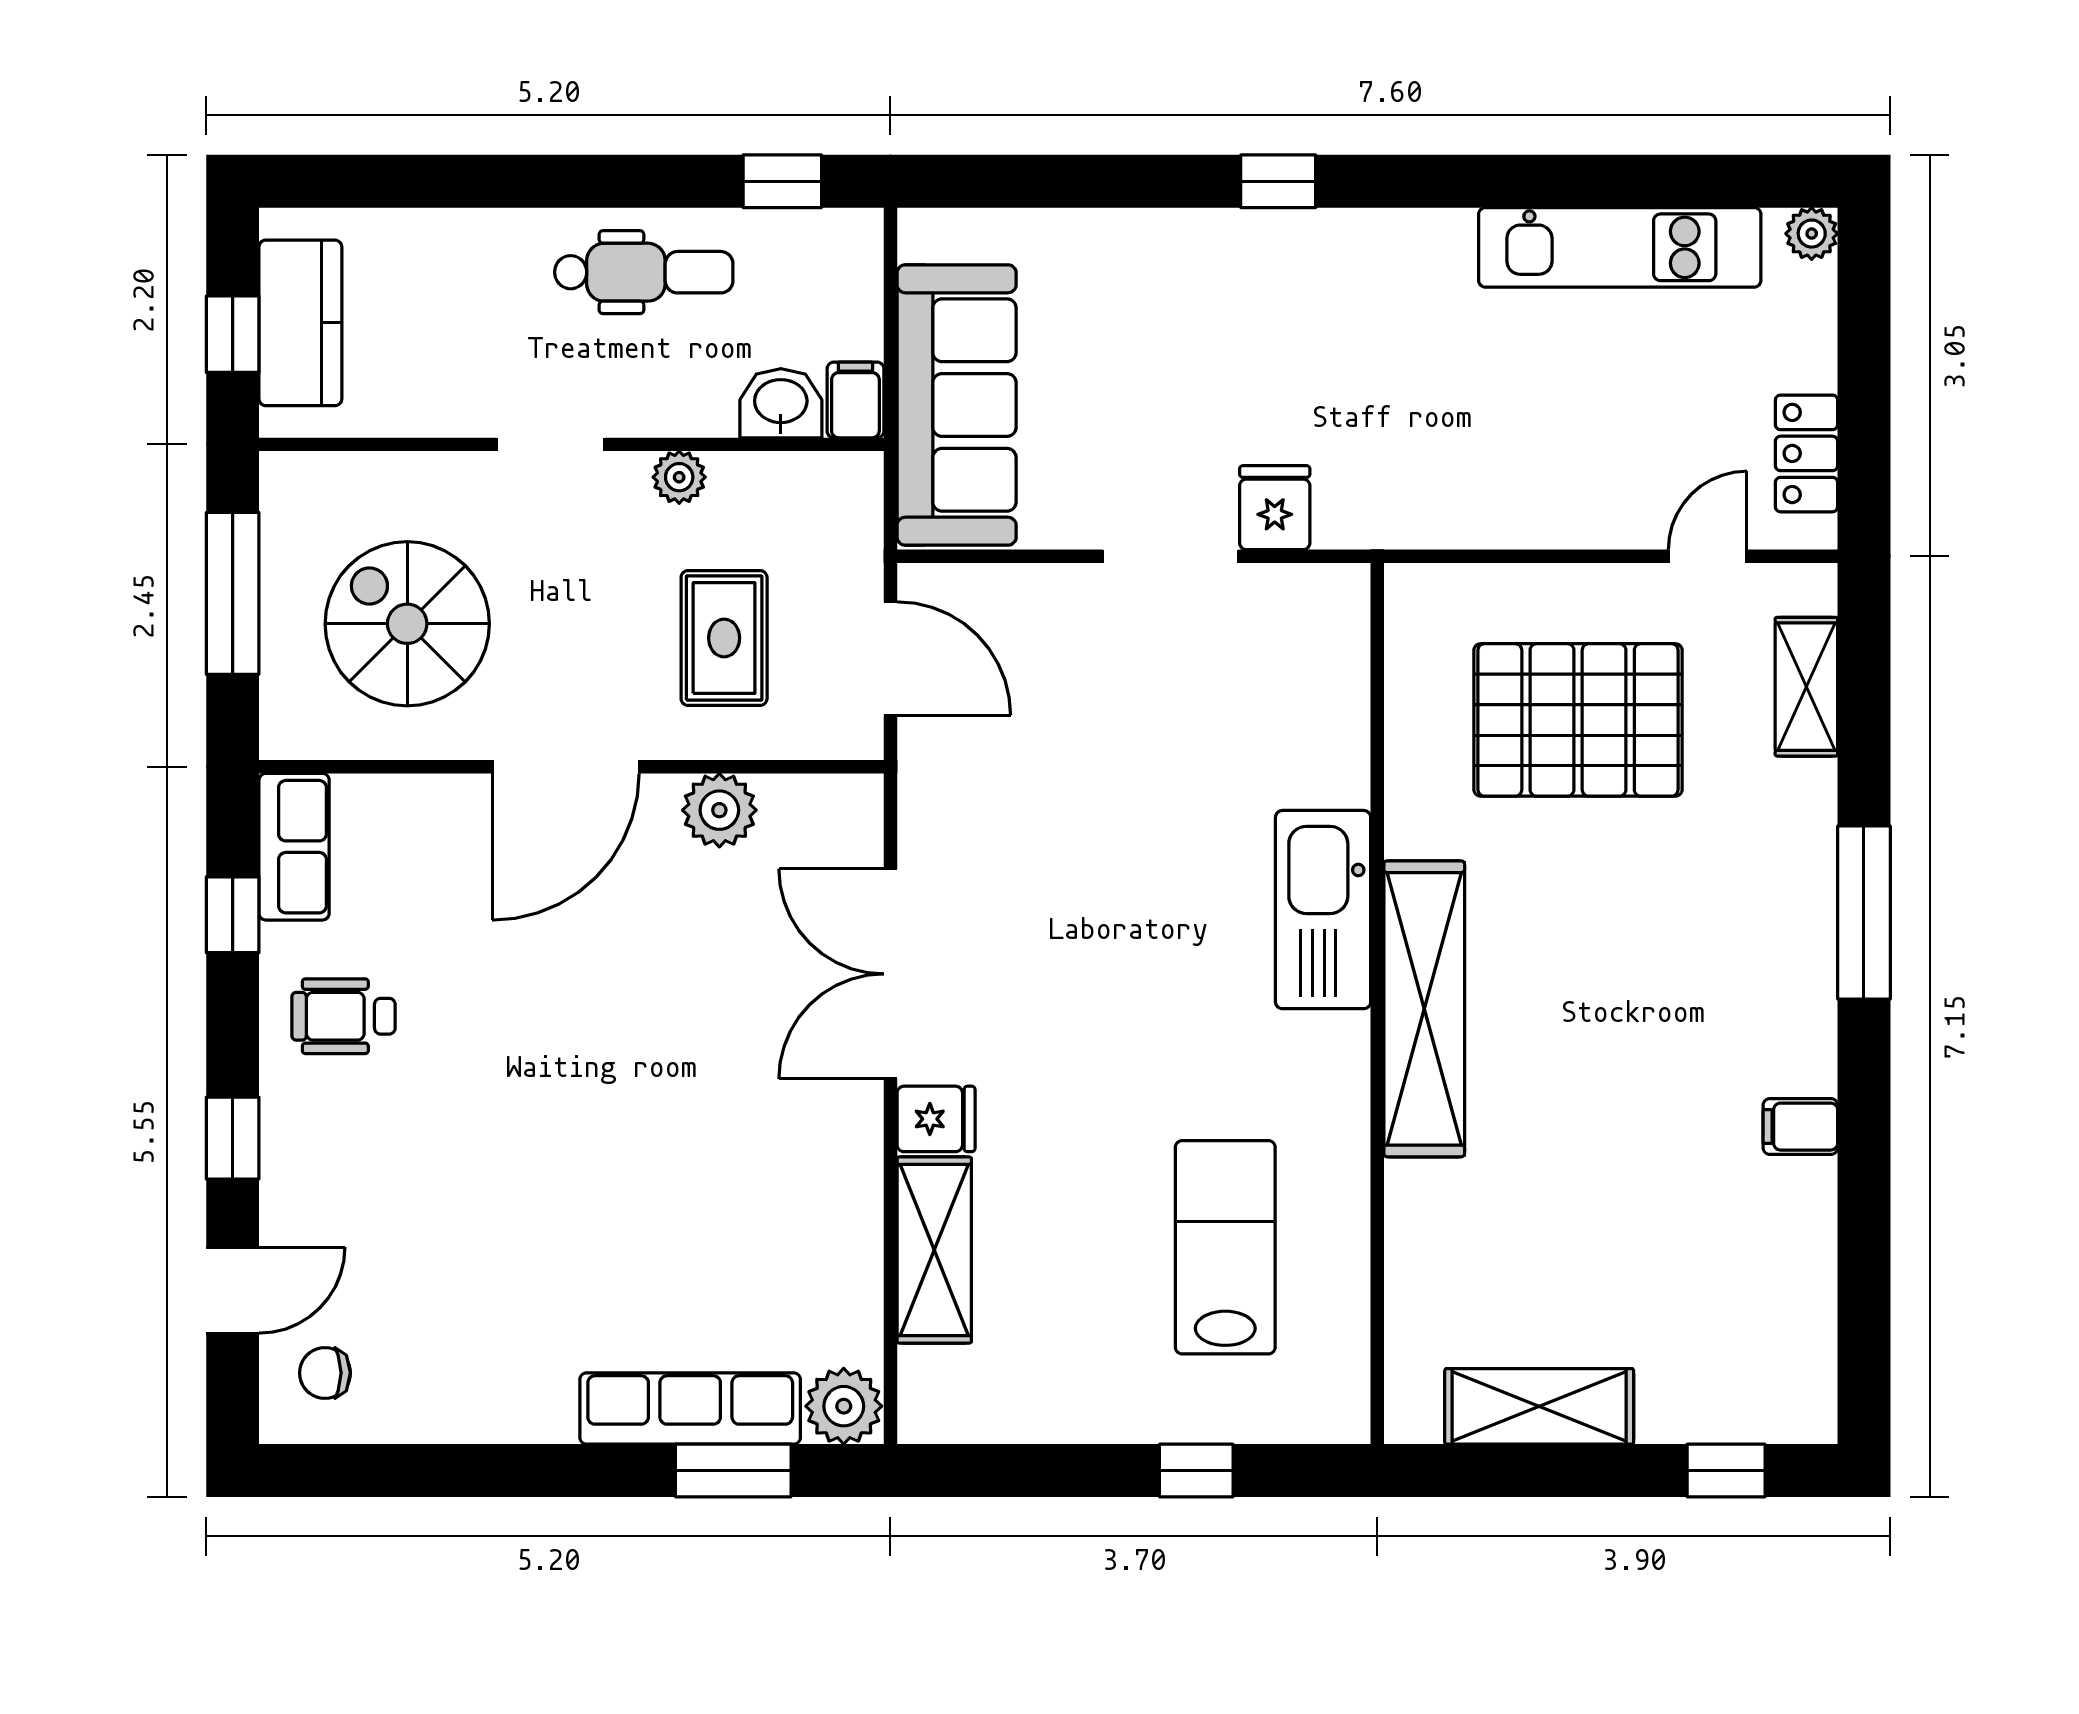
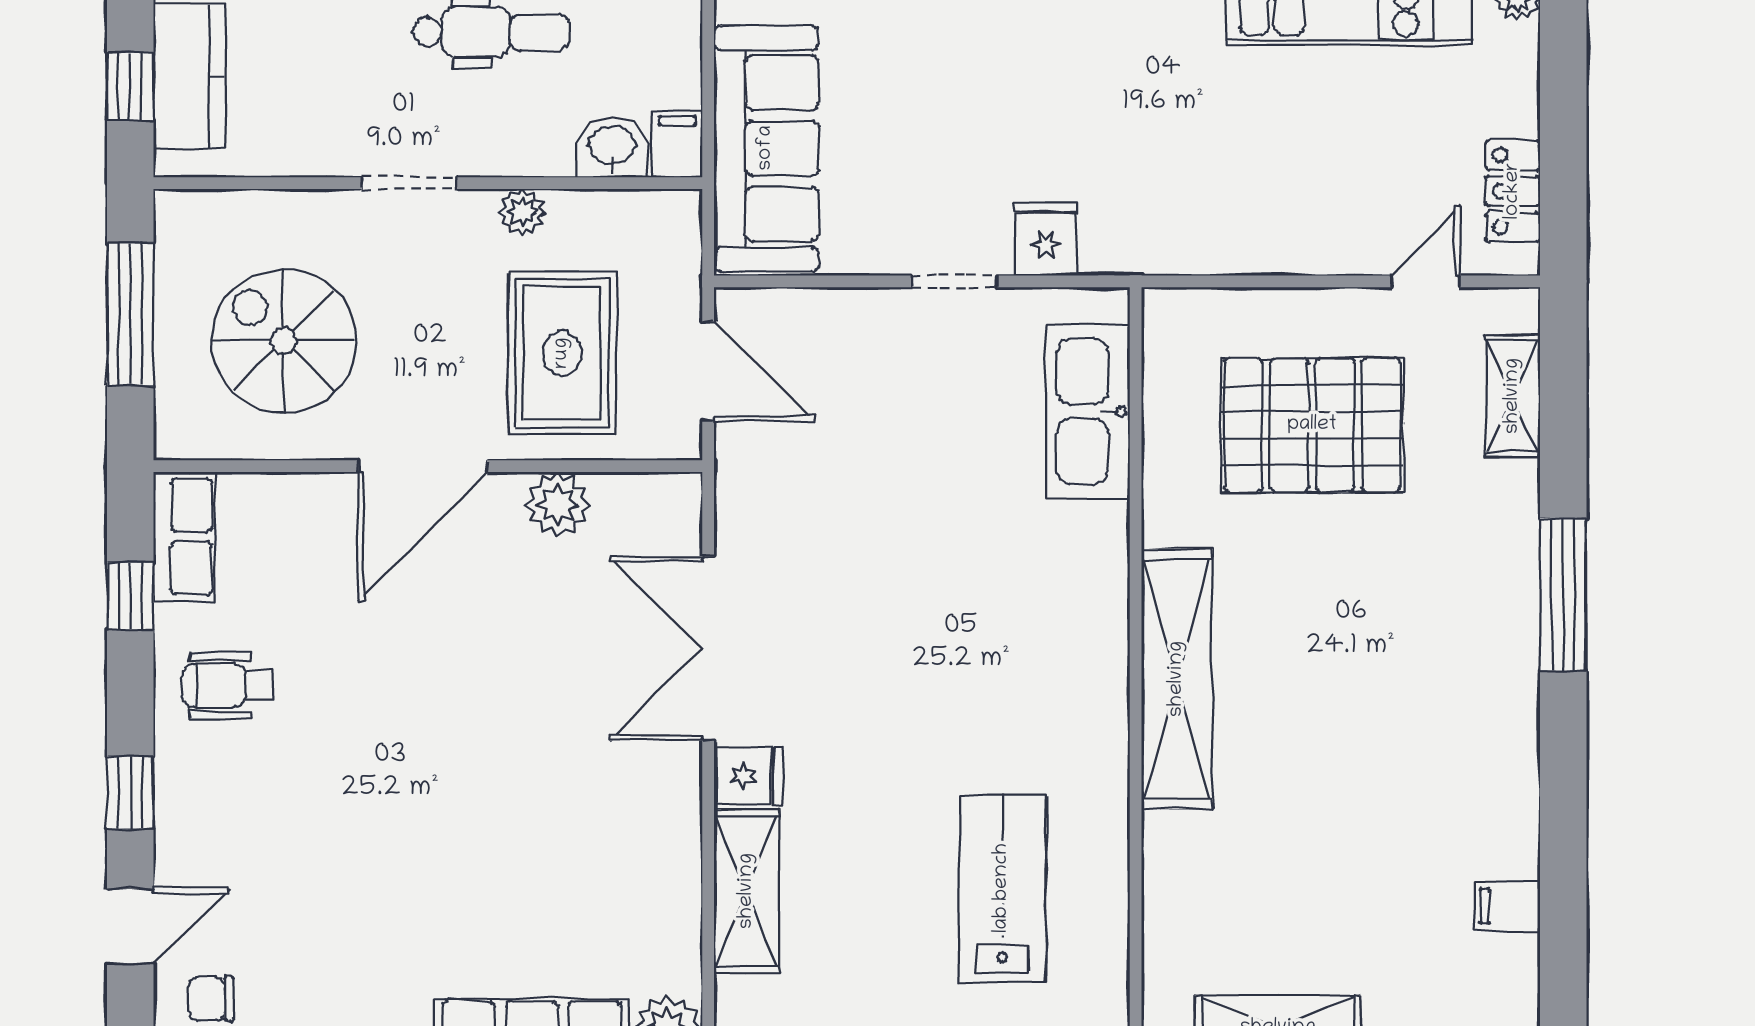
doorway: (1171, 556) -> (954, 281), width x0.73
rug: (724, 638) -> (562, 353), width x1.36, depth x1.43
kitchen sink: (1323, 910) -> (1088, 412), moved
filing cabinet: (1800, 1127) -> (1507, 906), moved

